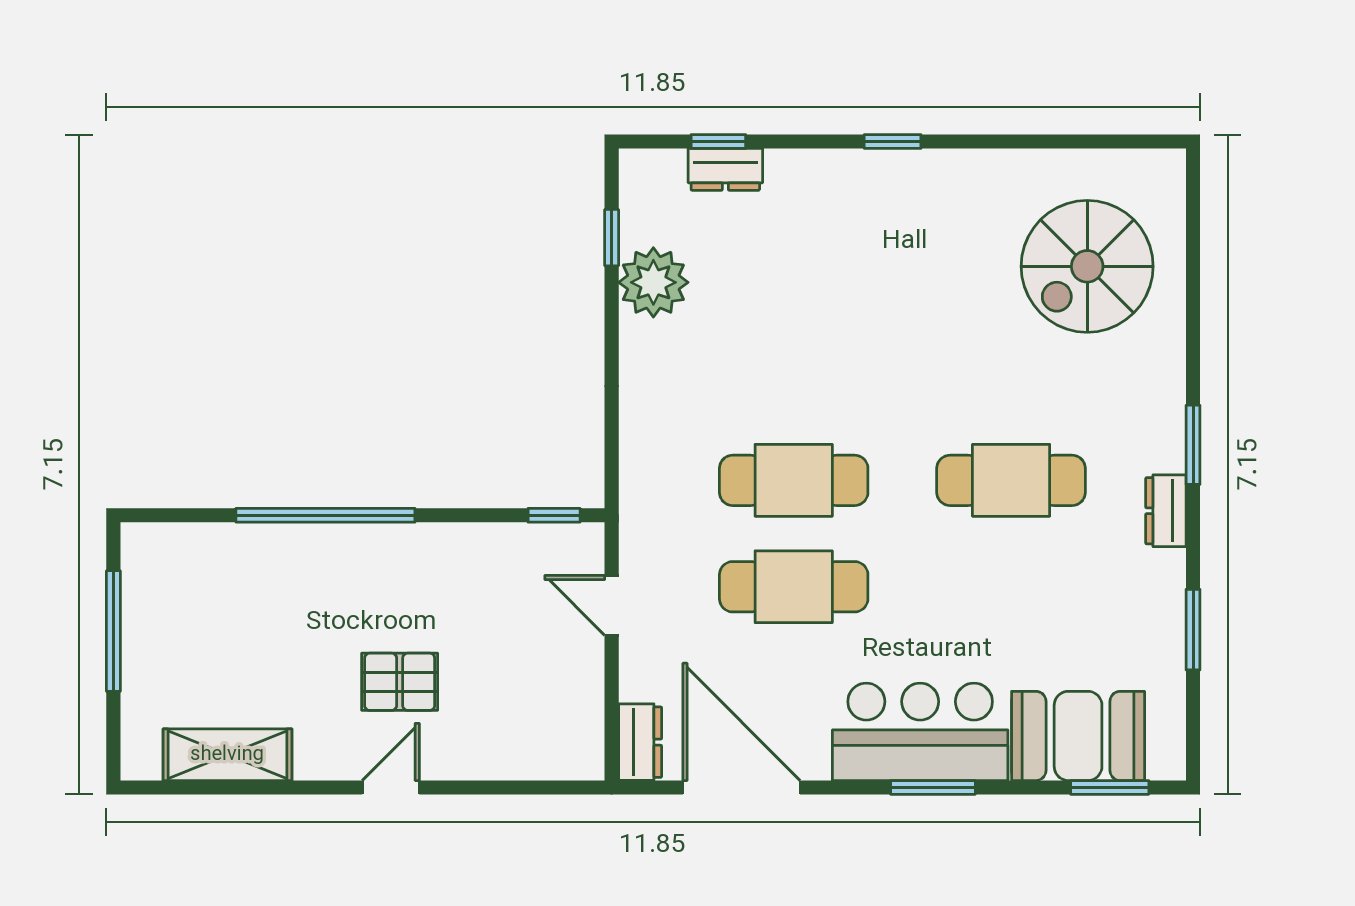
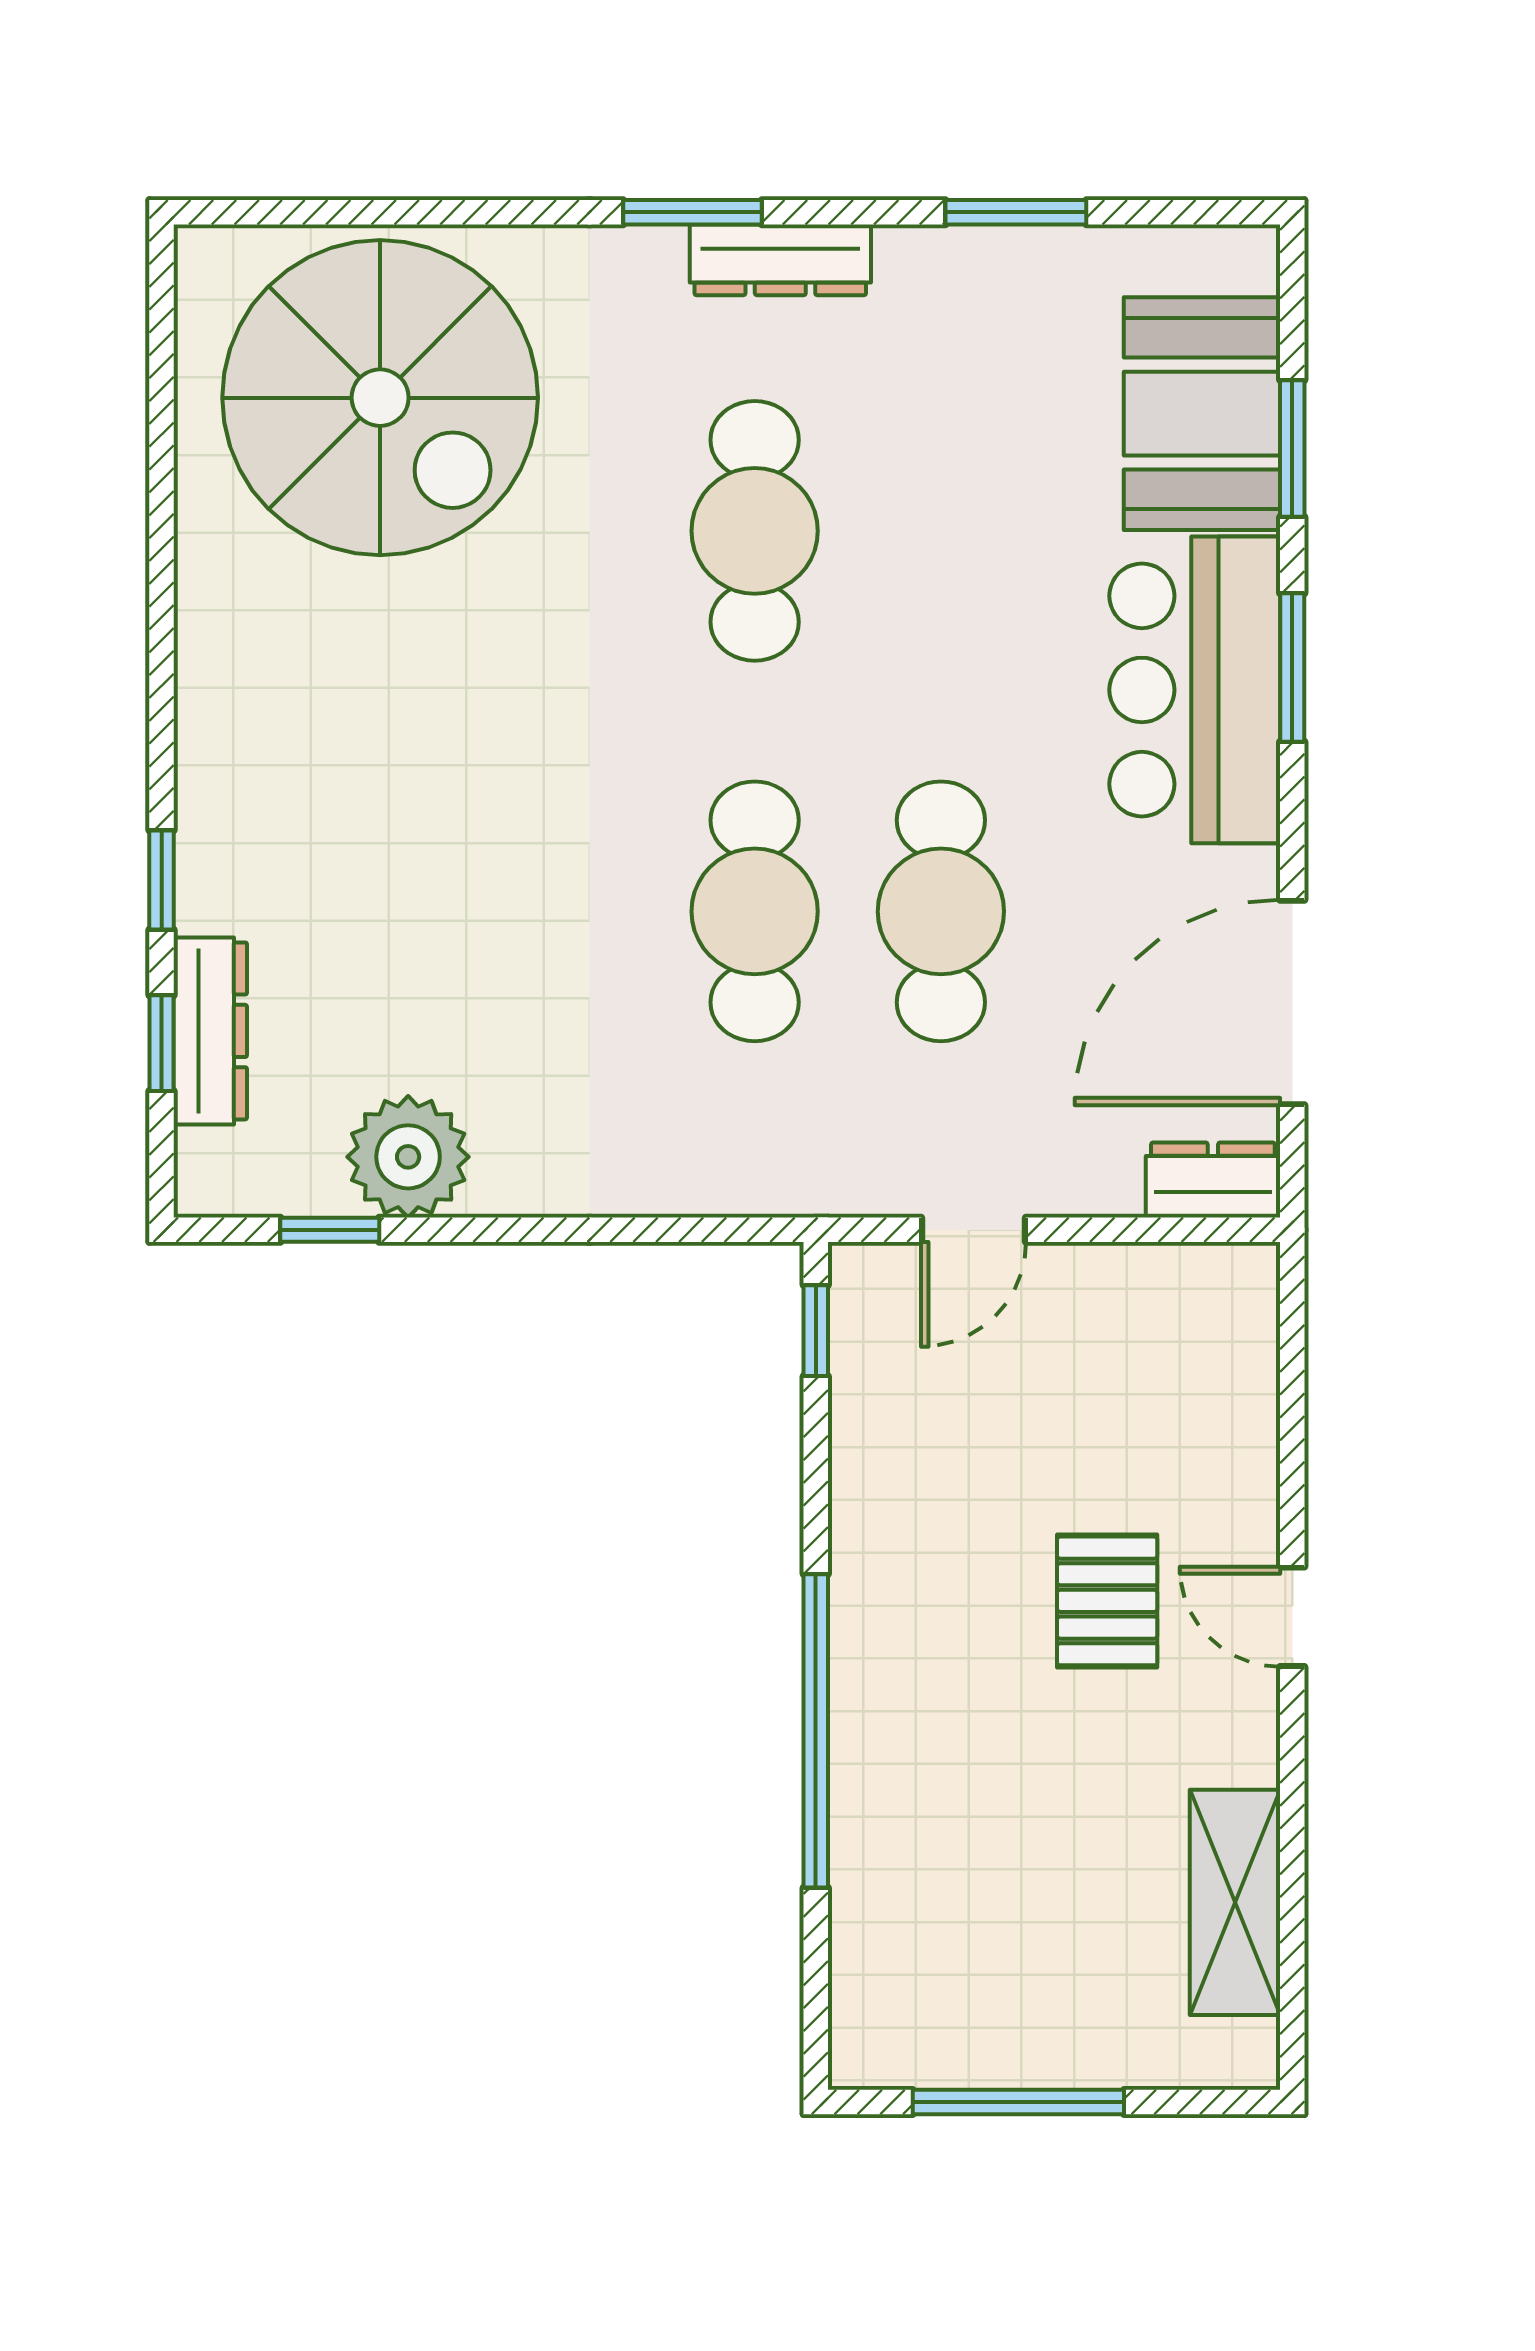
window: (893, 142) -> (162, 880), moved
dresser: (725, 169) -> (210, 1031), width x1.44
spiral stairs: (1087, 266) -> (380, 398), width x1.37, depth x1.37
dresser: (1166, 511) -> (780, 260), width x1.44
window: (1110, 787) -> (1292, 449), moved

